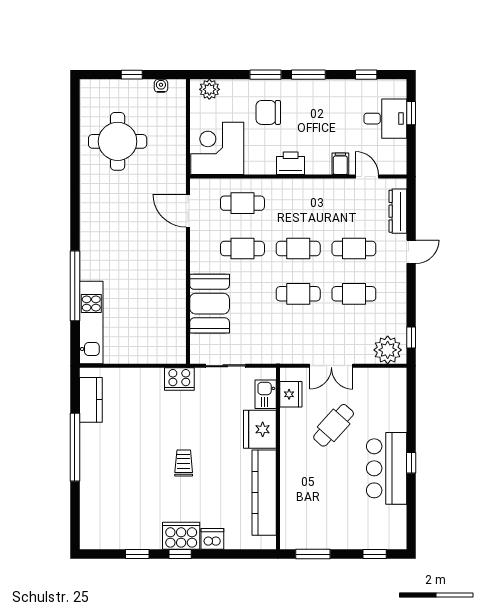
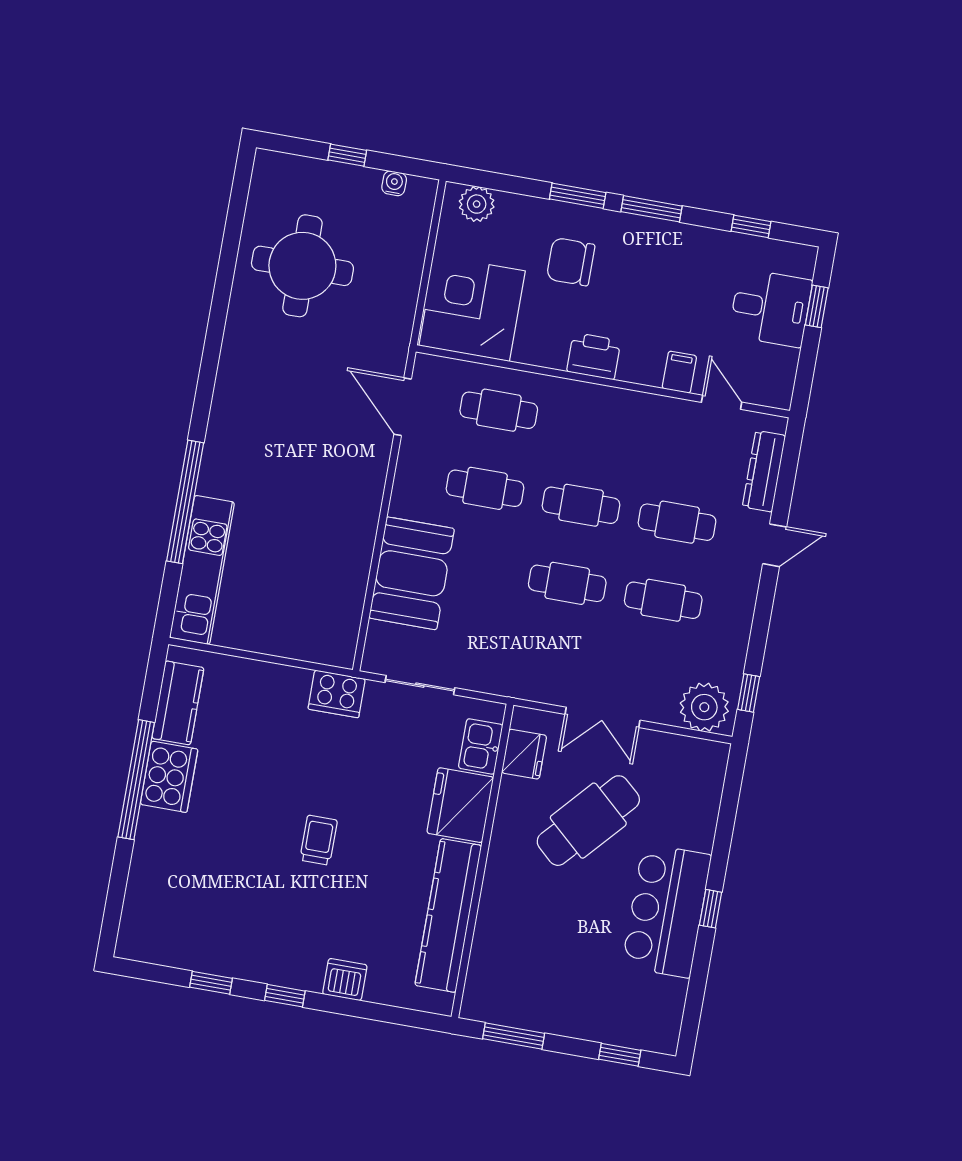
cafe table: (334, 425) -> (588, 821), width x1.37, depth x1.35
cooker: (181, 536) -> (169, 777), moved, turned 90

